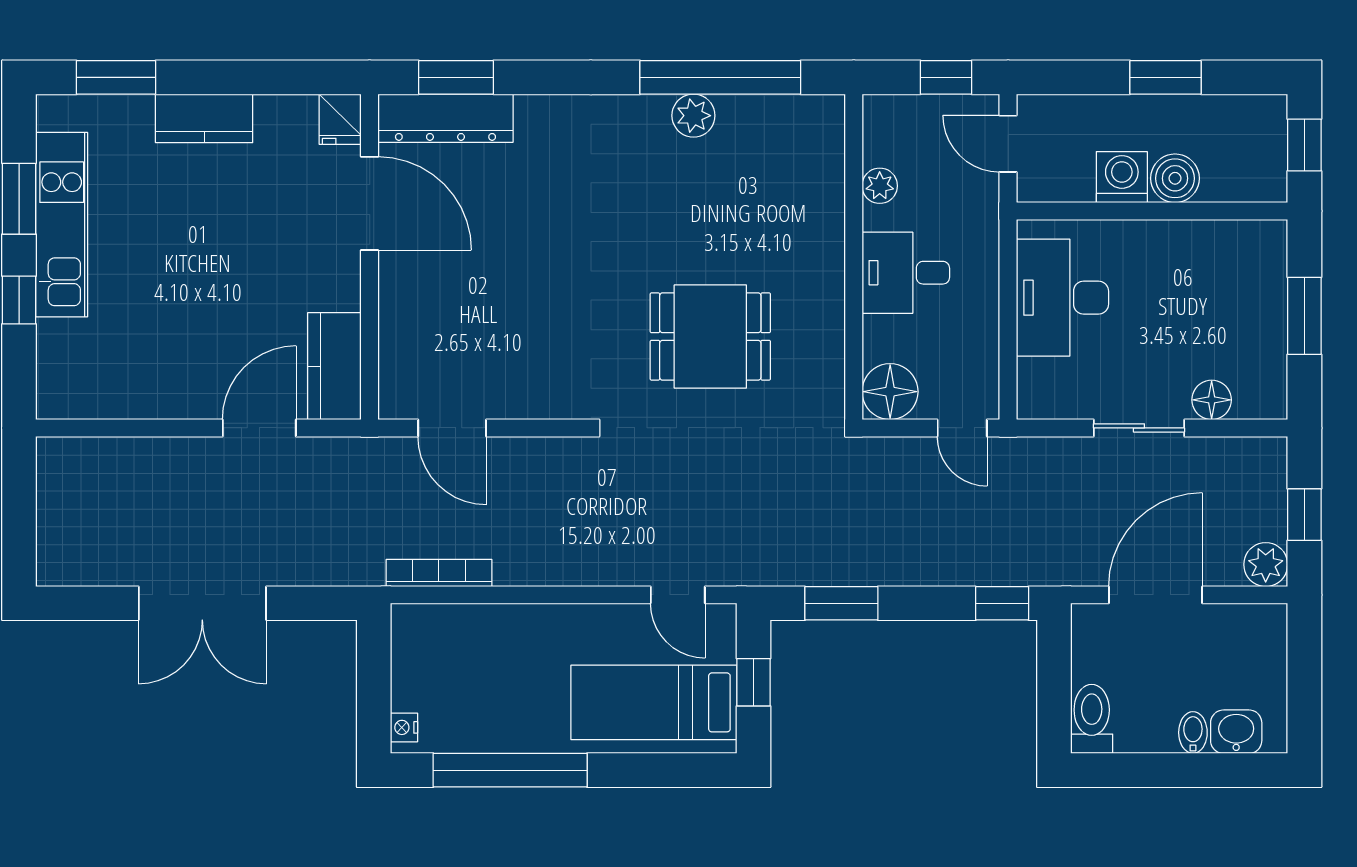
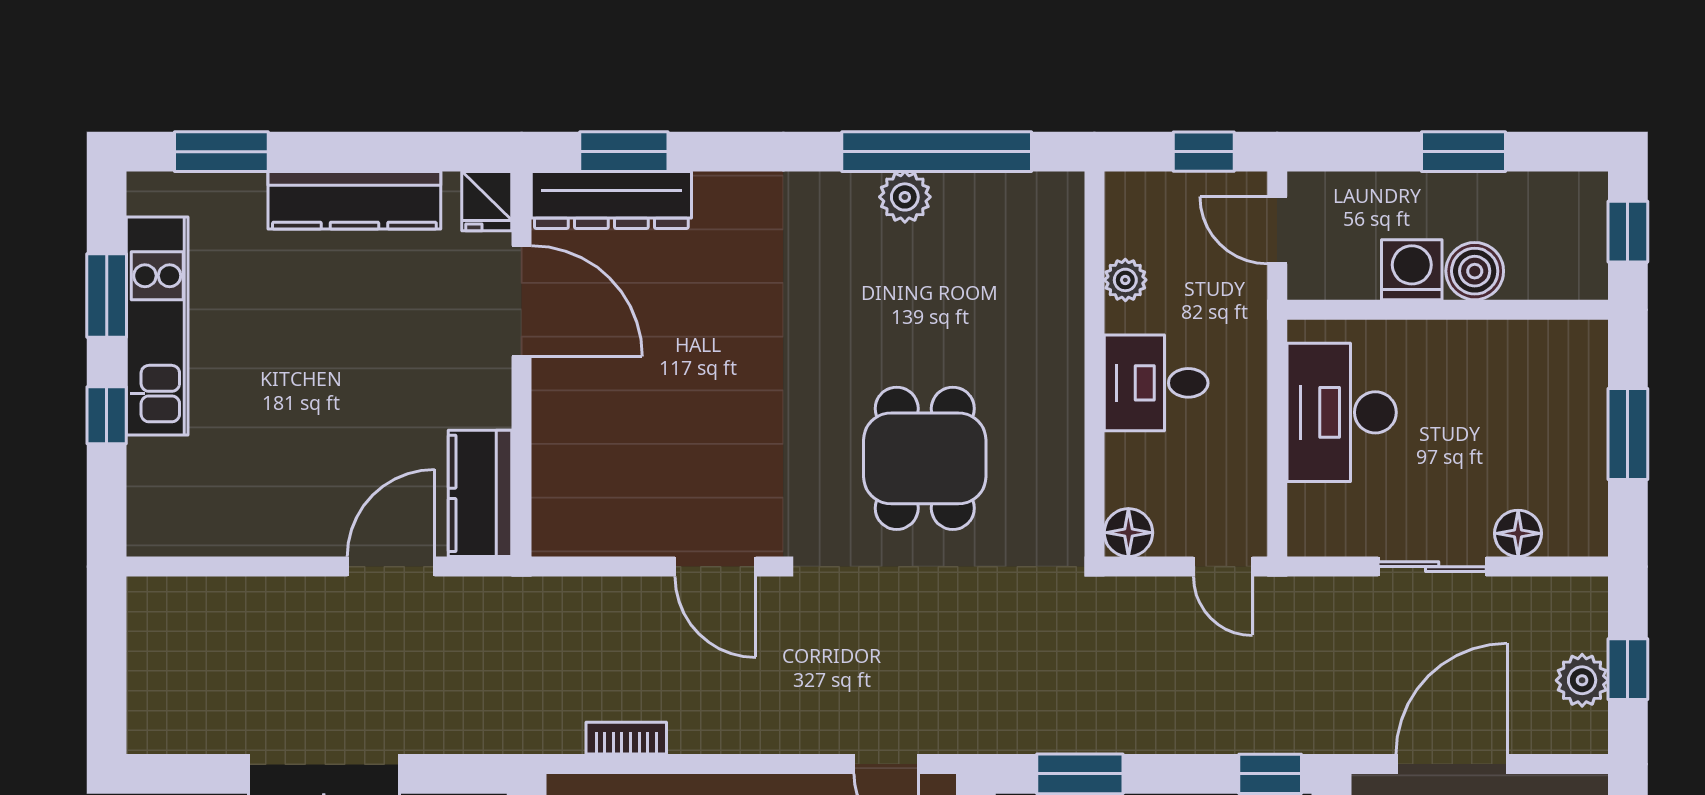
kitchen counter: (204, 118) -> (354, 200), width x1.50
dining table: (710, 336) -> (925, 458), turned 90
floor lamp: (890, 392) -> (1128, 533), width x0.73, depth x0.73
door: (452, 428) -> (715, 567), moved
plant: (1266, 565) -> (1582, 680), moved
bookcase: (439, 573) -> (626, 738), width x0.64

